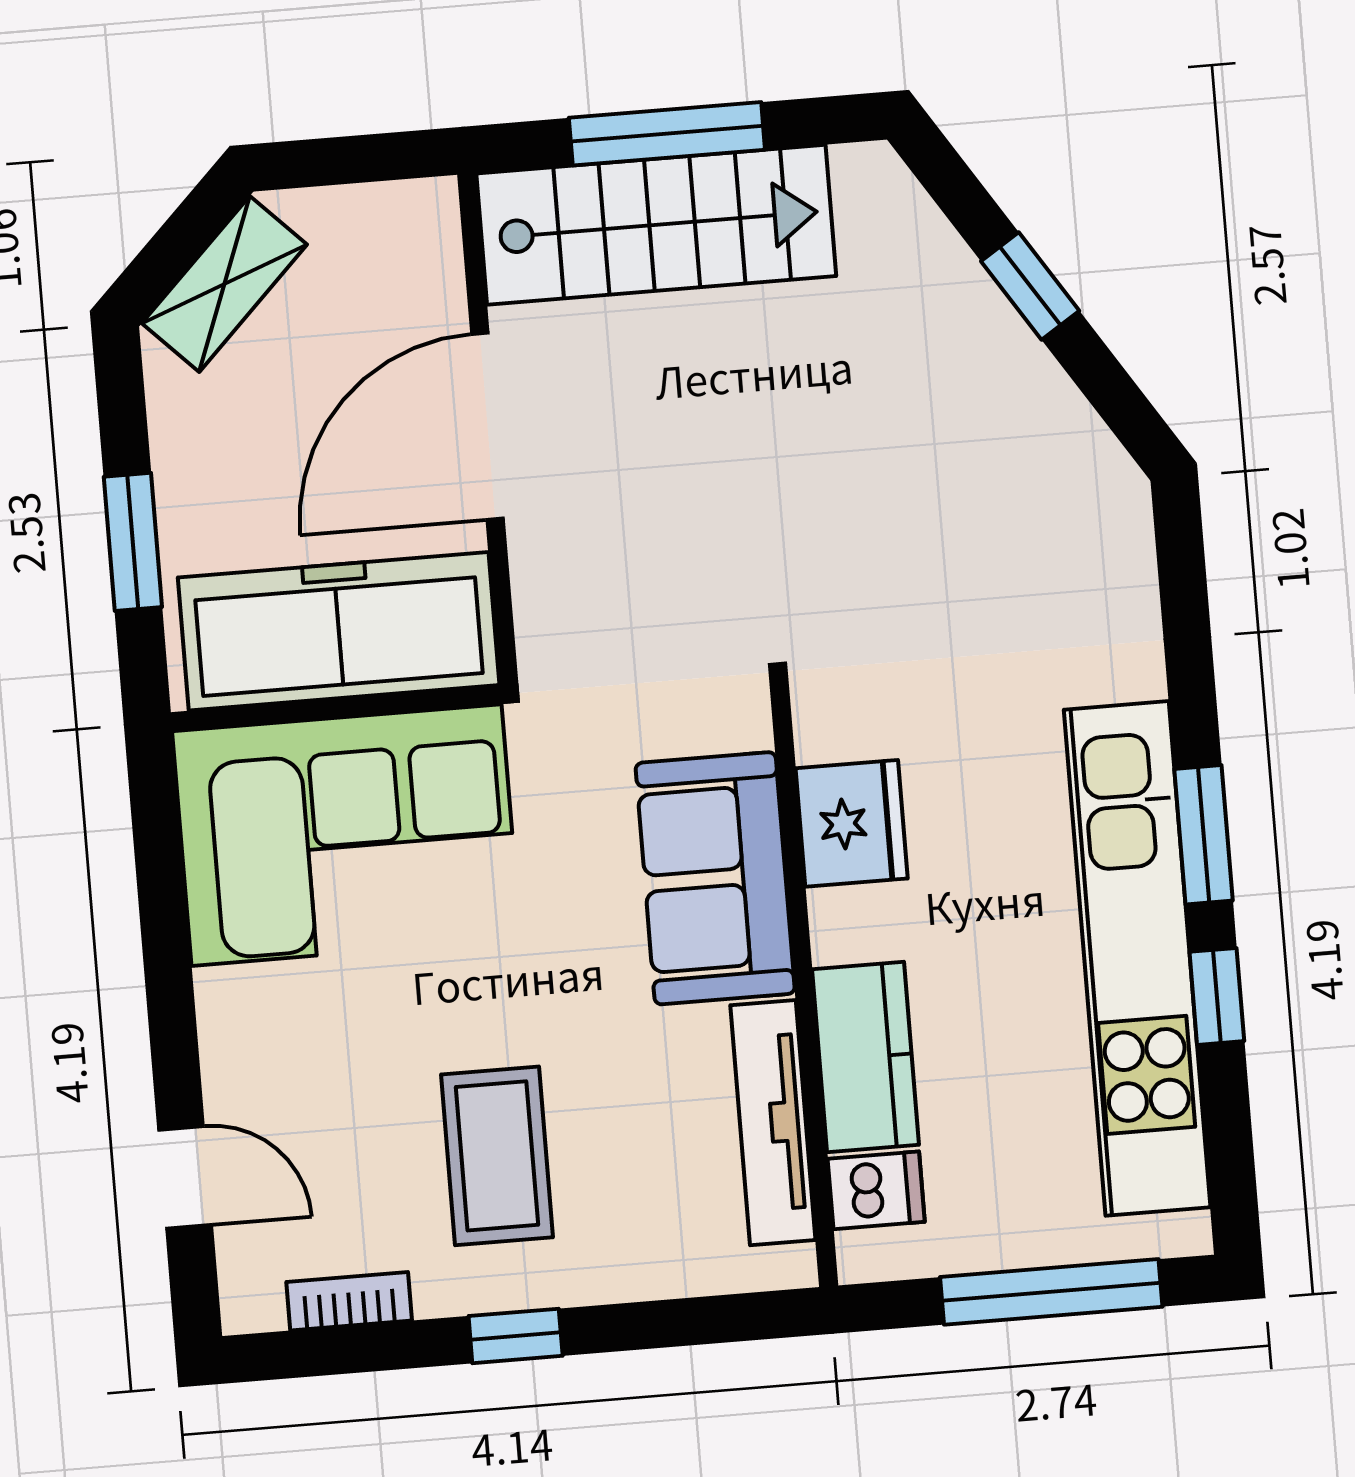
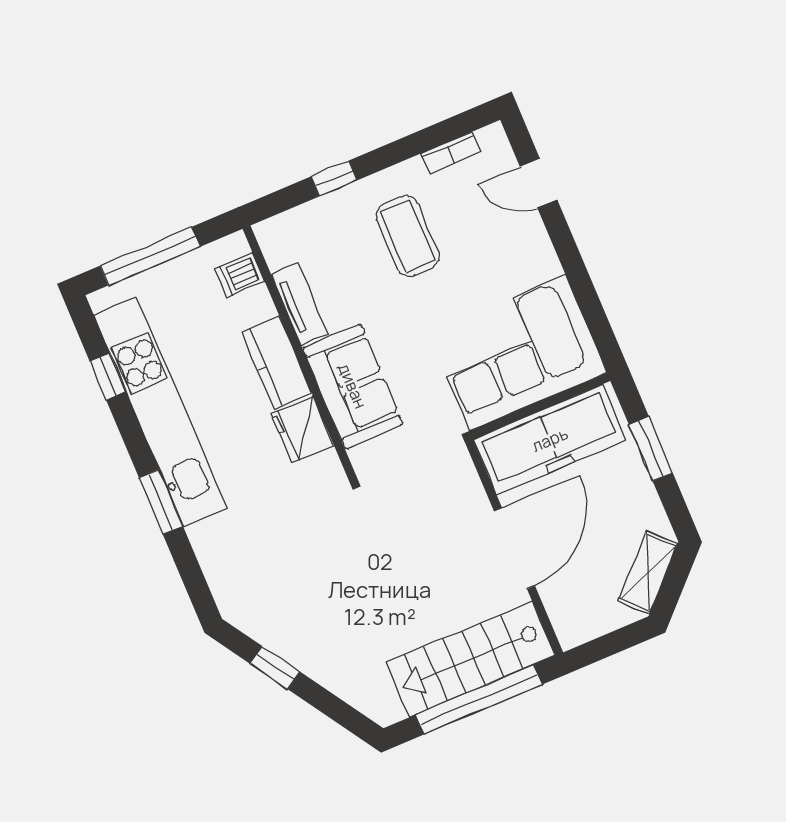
window: (667, 134) -> (479, 700), width x1.46
window: (1030, 286) -> (275, 668), moved
window: (1203, 835) -> (161, 502), moved
window: (1217, 996) -> (108, 376), moved
kitchen counter: (865, 1057) -> (276, 363), moved
tv unit: (773, 1123) -> (300, 304), width x0.71
window: (516, 1336) -> (334, 178), moved

